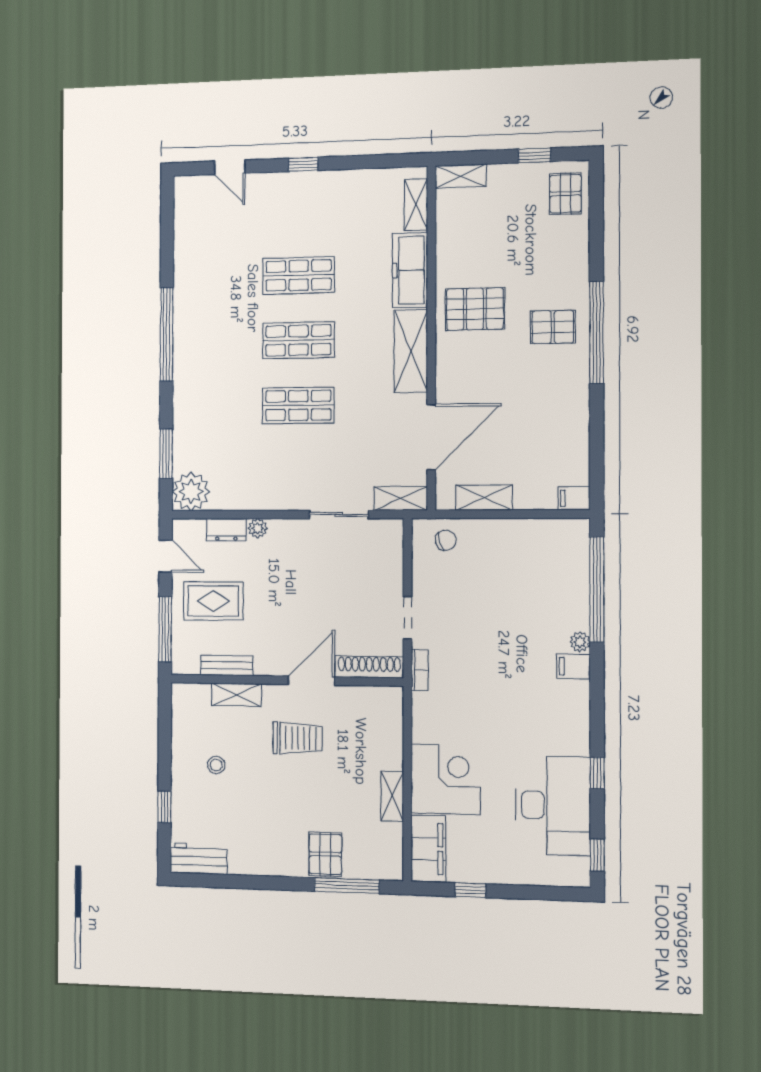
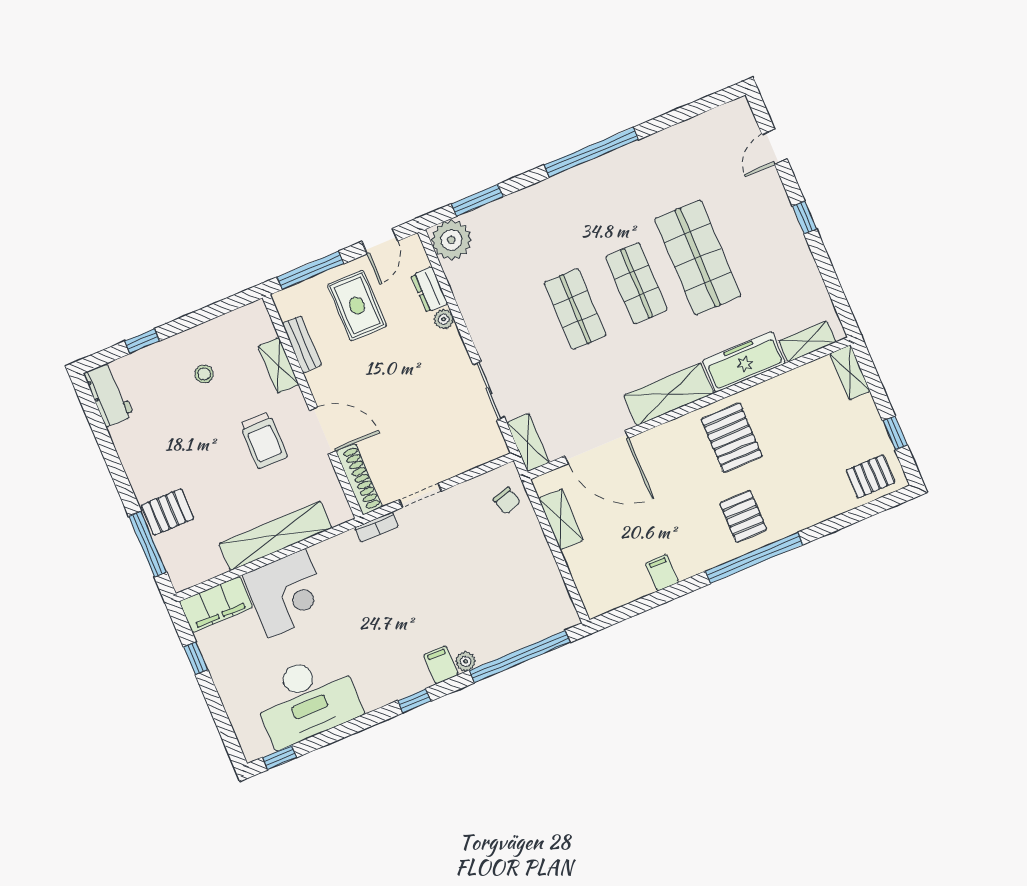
shop shelf: (299, 275) -> (698, 257), width x1.43, depth x1.36
filing cabinet: (574, 498) -> (662, 573), moved
window: (597, 773) -> (414, 701), moved
shelving: (392, 796) -> (275, 536), width x2.20, depth x1.33

